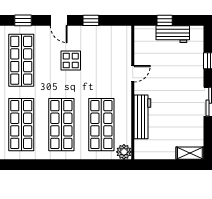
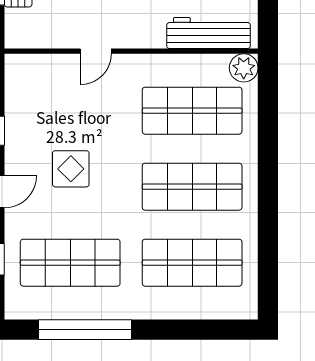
door: (133, 74) -> (96, 51), swing flipped
workbench: (142, 117) -> (209, 33), moved

